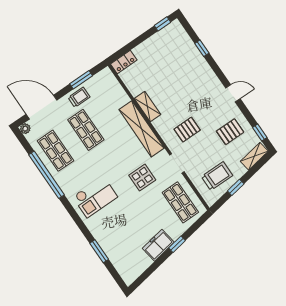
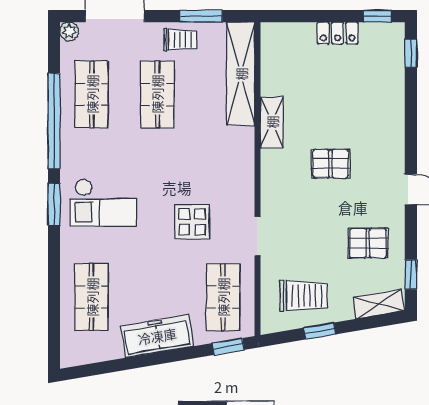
window: (202, 48) -> (411, 53), moved
locker: (124, 62) -> (338, 33), moved
shelving: (142, 129) -> (241, 74), moved
pallet: (187, 130) -> (331, 164), moved
shop shelf: (120, 244) -> (92, 297), added
window: (177, 244) -> (228, 347), moved
freezer: (158, 245) -> (157, 336), width x1.40
window: (99, 251) -> (54, 205), moved

